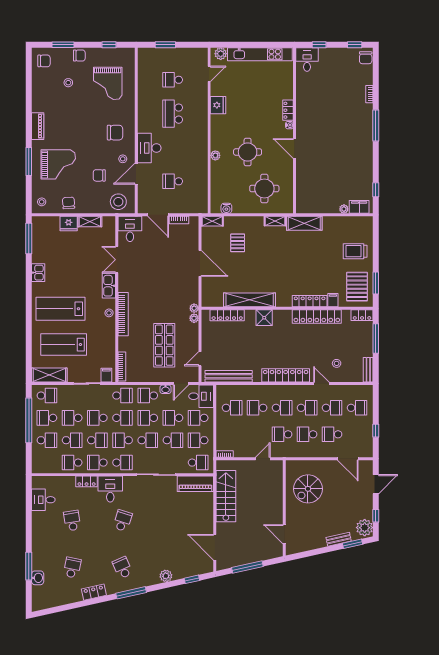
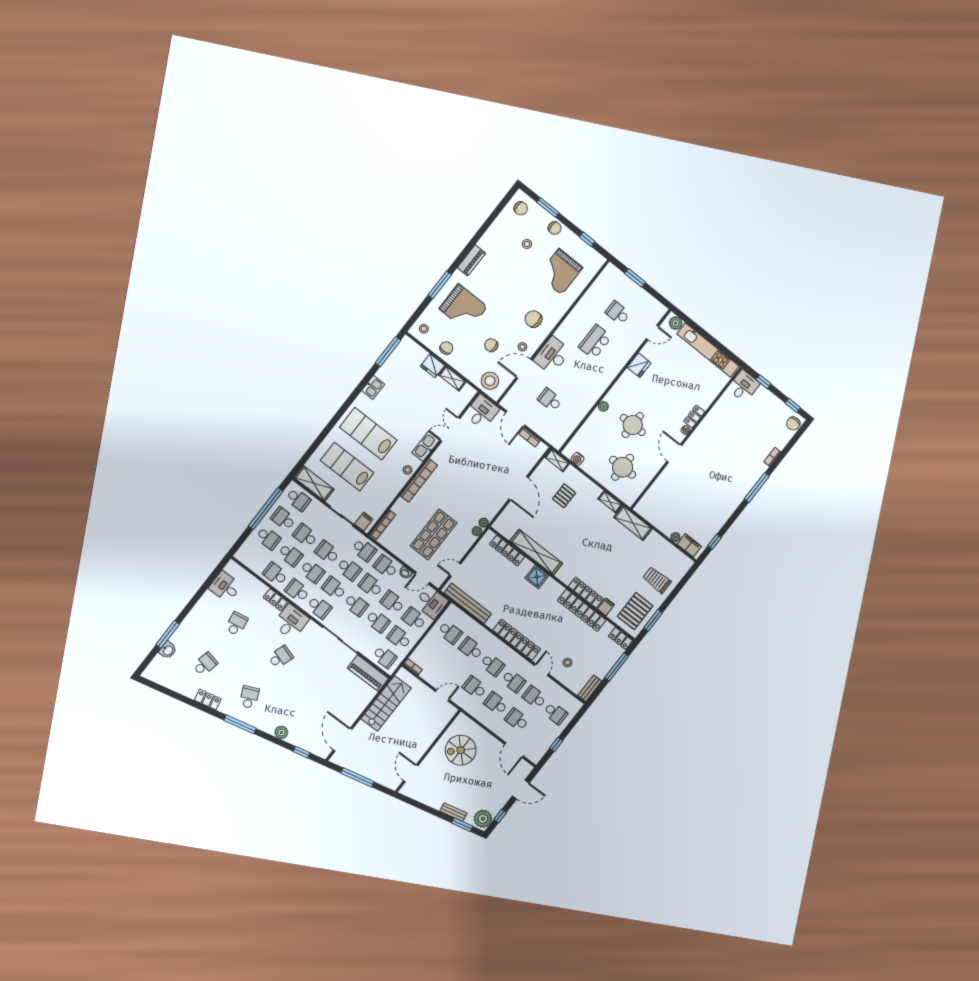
chair: (115, 133) -> (533, 319), turned 180
school desk: (332, 408) -> (534, 697), turned 180

